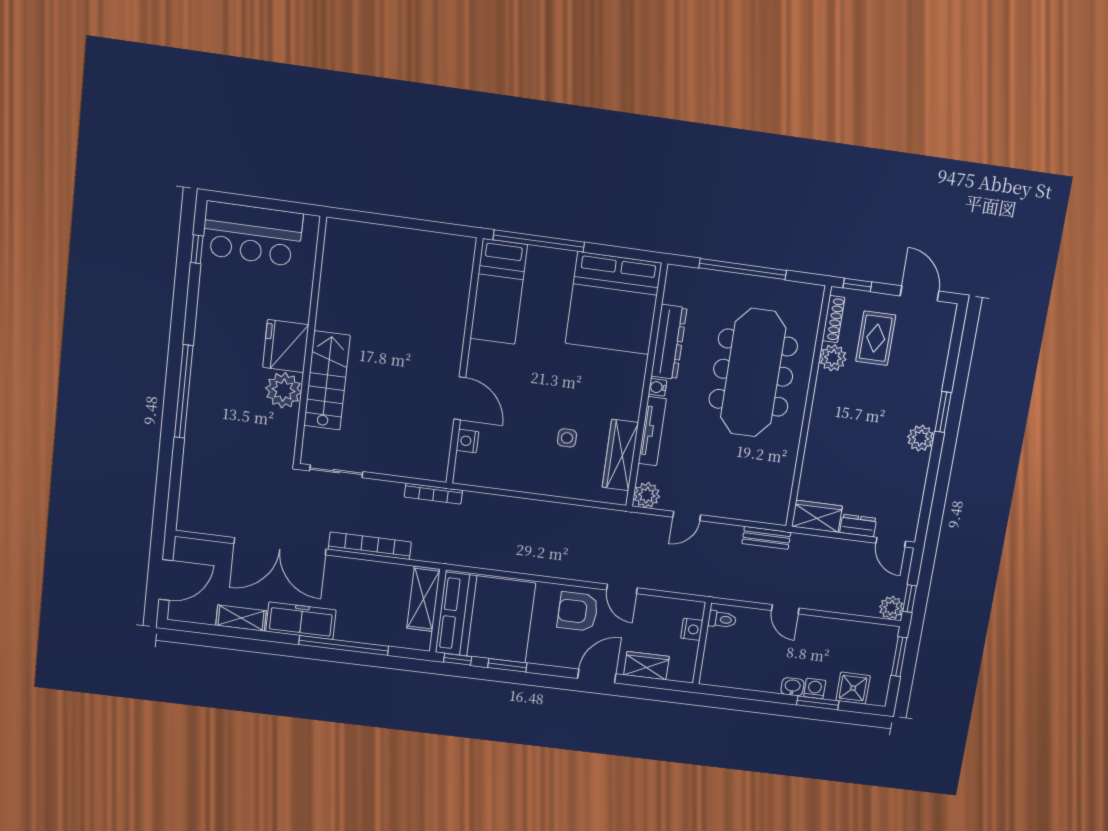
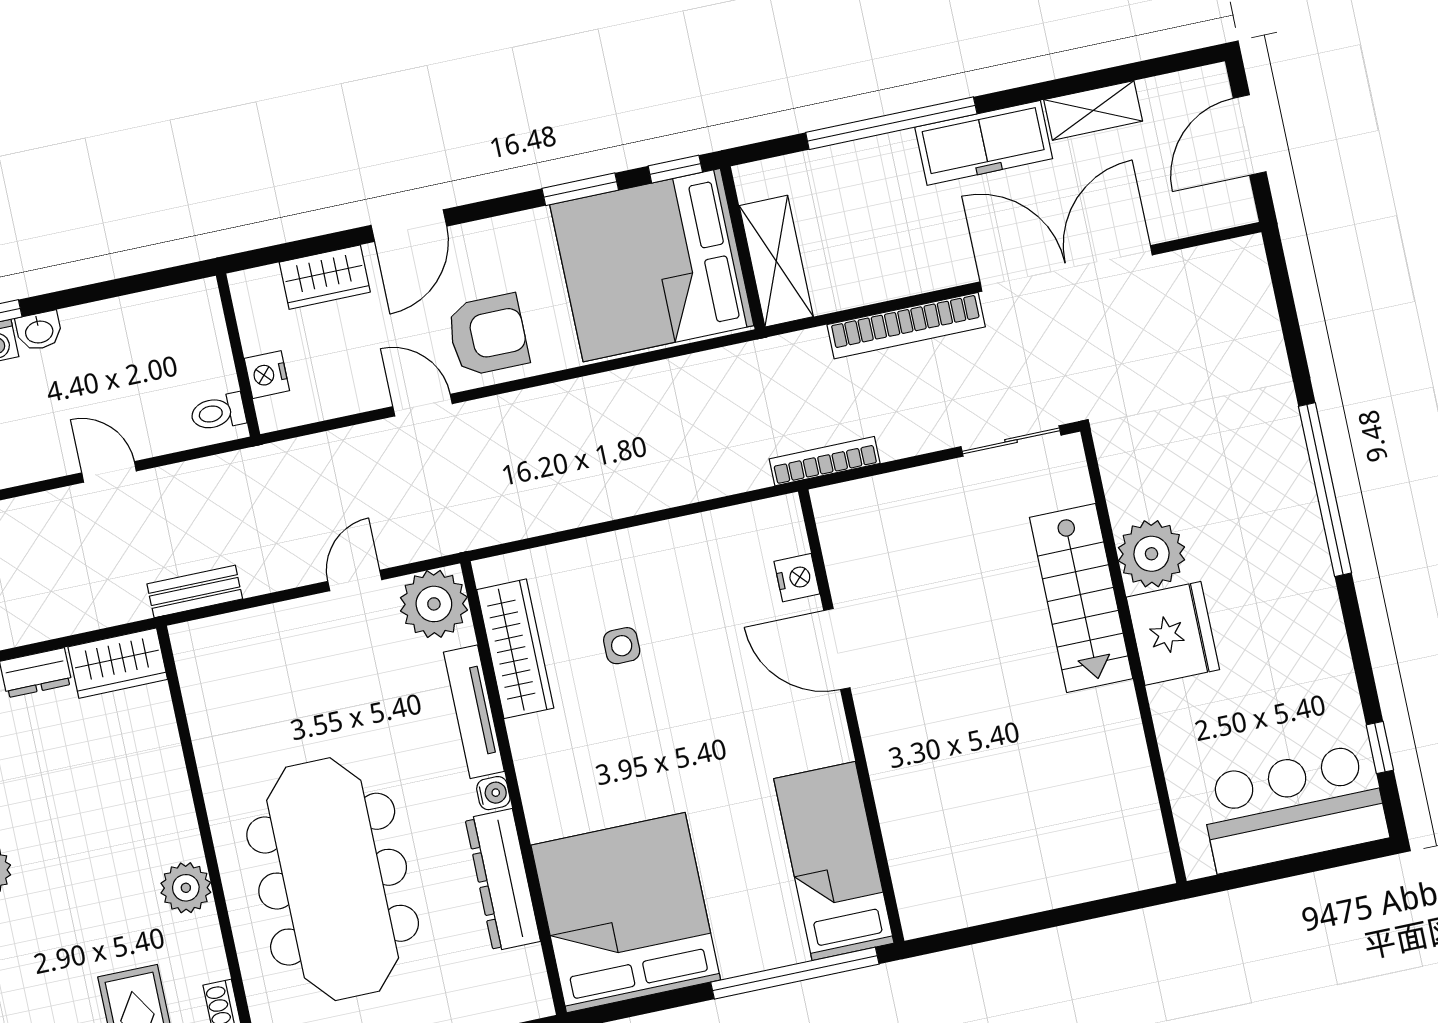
plant: (833, 358) -> (186, 888), moved
plant: (647, 495) -> (434, 604), width x1.36, depth x1.36

